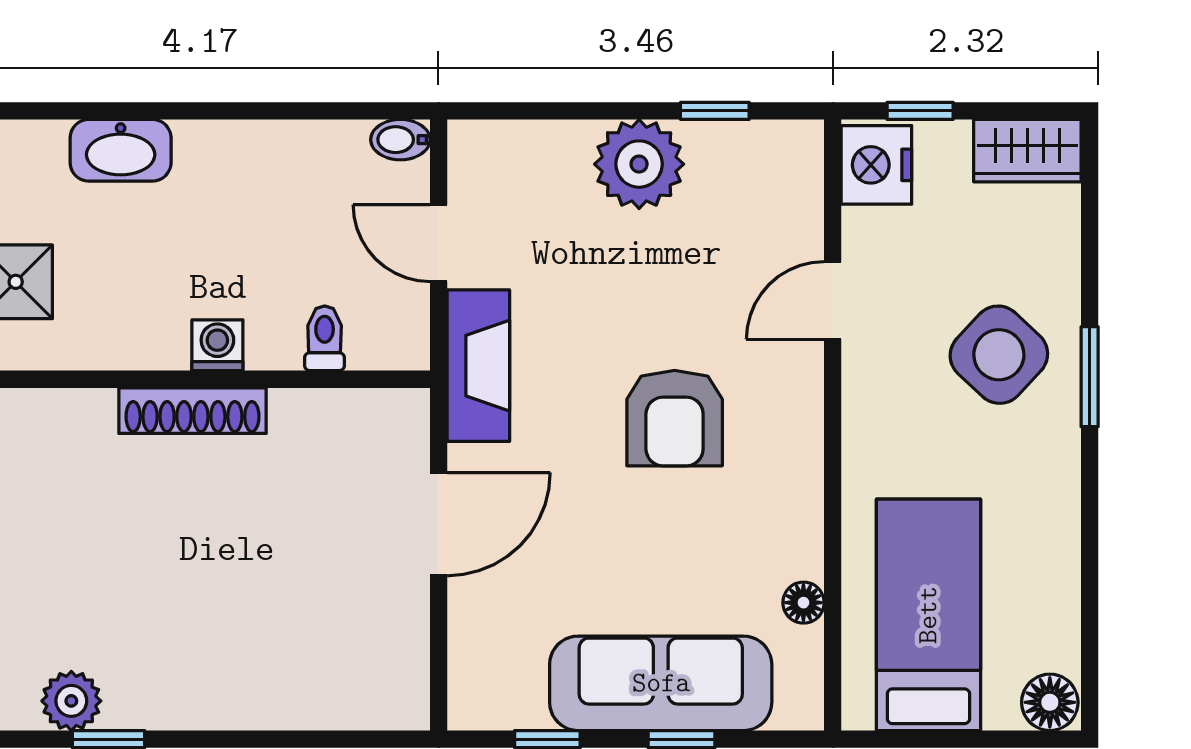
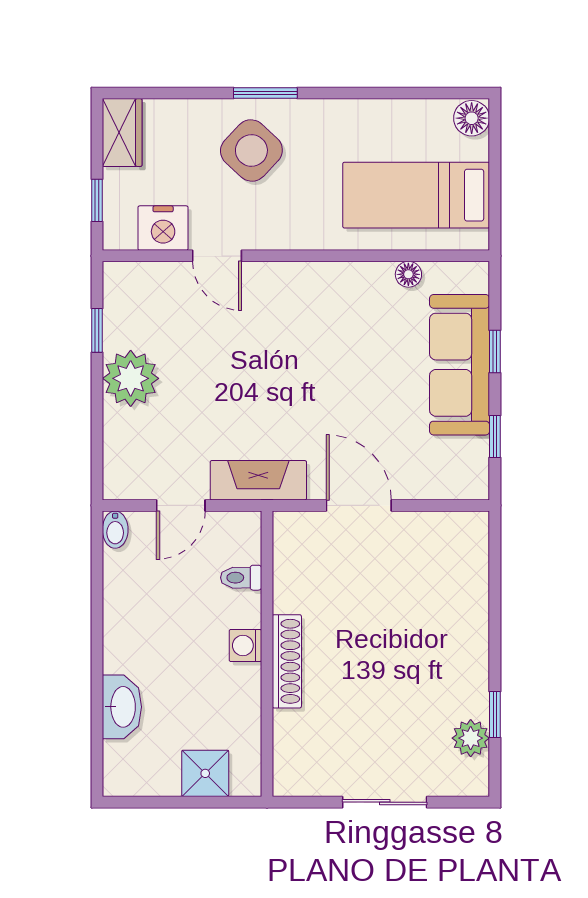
nightstand: (876, 165) -> (163, 228), moved
armchair: (675, 418) -> (292, 356), removed

